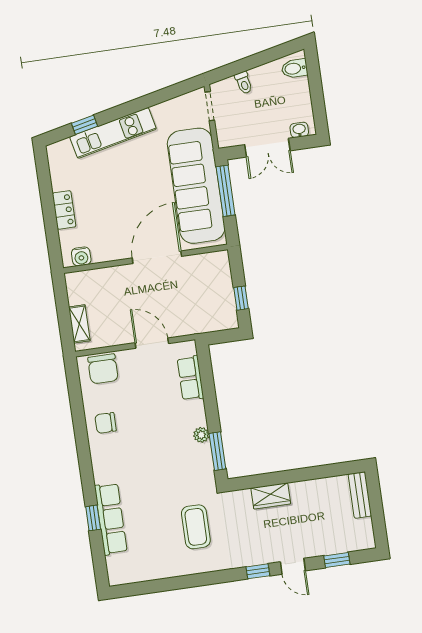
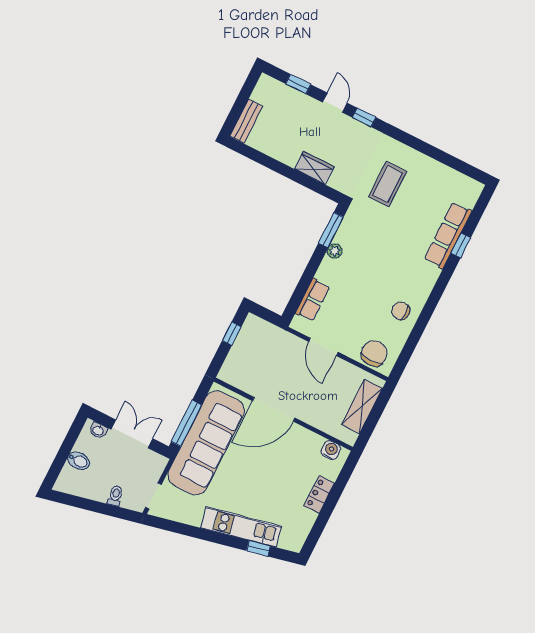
bidet: (295, 68) -> (79, 461), moved
shelving: (79, 324) -> (362, 406), width x1.50, depth x1.33
chair: (106, 423) -> (401, 311), turned 180

